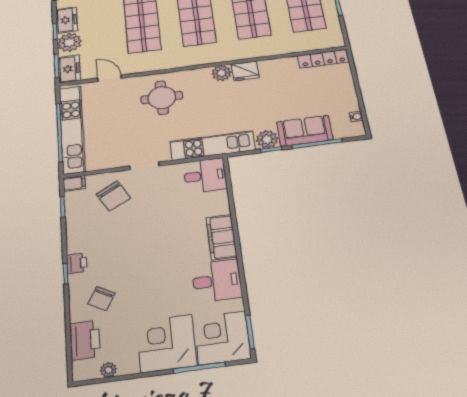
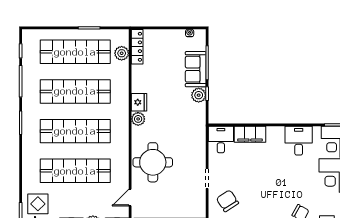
plant: (311, 43) -> (122, 53), added
round table: (162, 98) -> (153, 162), width x1.36, depth x1.36
kitchen unit: (213, 146) -> (198, 132), removed
chair: (113, 196) -> (227, 201), turned -94
filing cabinet: (221, 237) -> (250, 134), moved

